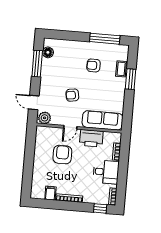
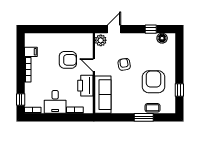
window: (105, 39) -> (179, 90), width x0.46
window: (37, 64) -> (151, 29), width x0.46
armchair: (93, 65) -> (154, 82), width x1.88, depth x1.88

